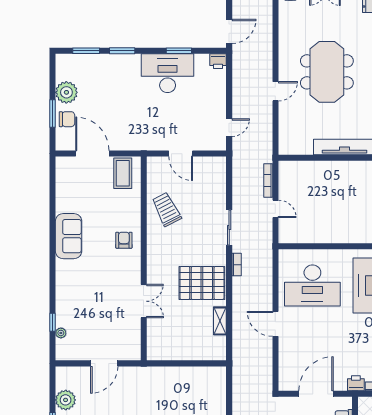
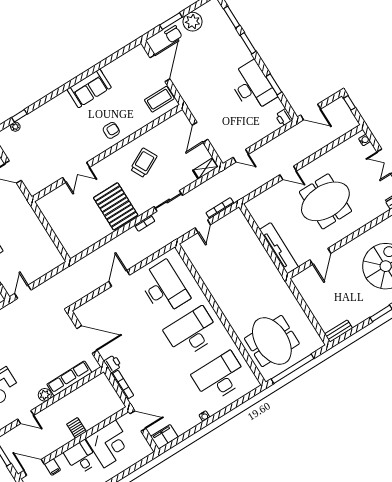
trolley: (166, 209) -> (144, 163), moved
desk: (312, 285) -> (164, 288), turned 180
shelving: (220, 321) -> (205, 168), moved

